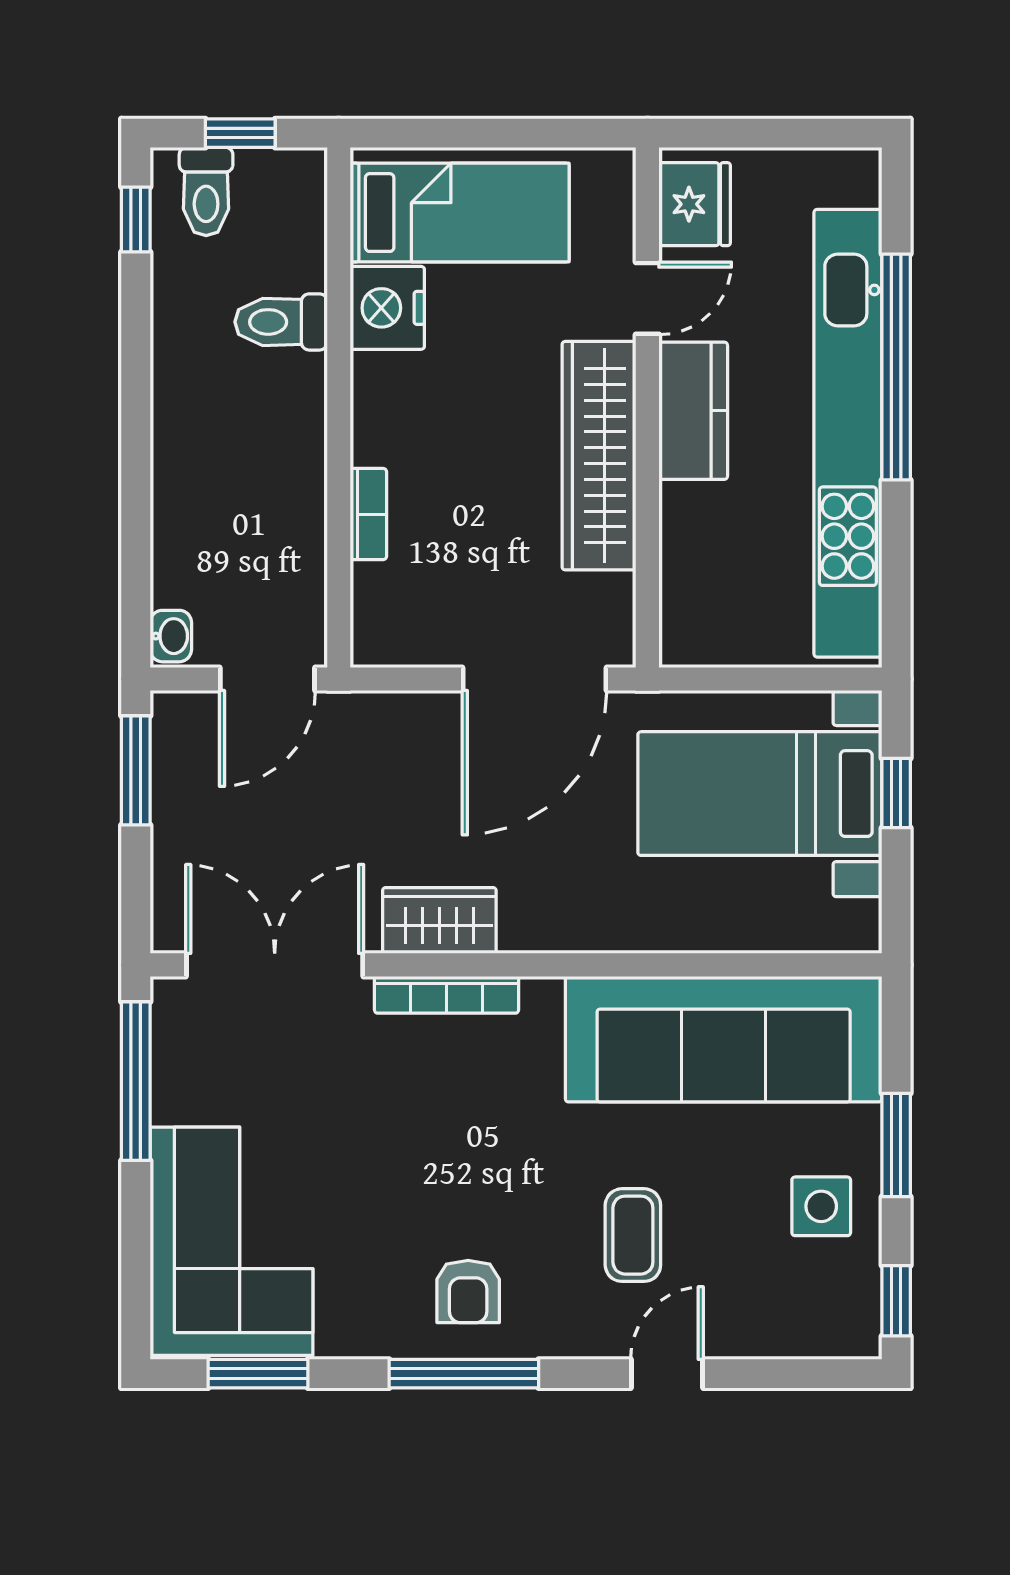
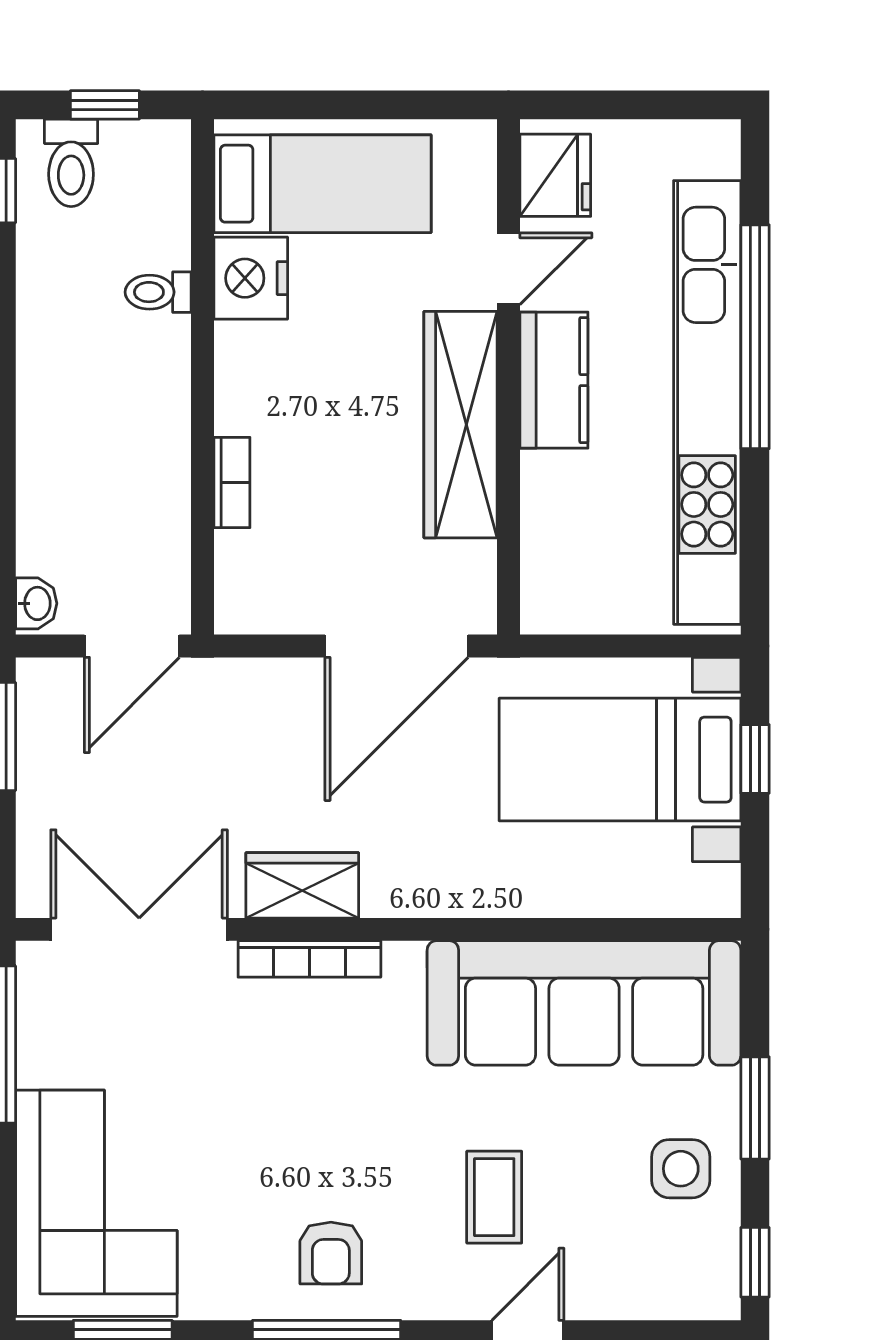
toilet: (281, 322) -> (158, 292), width x0.73, depth x0.72

